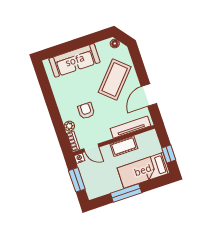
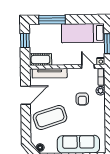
coffee table: (115, 79) -> (50, 117), turned 30
cot: (124, 146) -> (40, 59), moved
bed: (143, 170) -> (83, 33), moved, turned 180
window: (126, 193) -> (52, 20), moved

